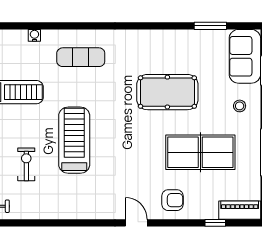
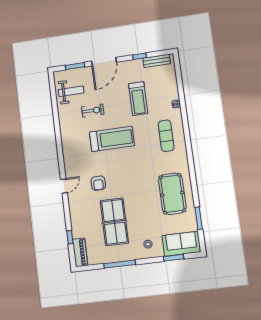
pool table: (167, 92) -> (172, 194), moved
armchair: (173, 200) -> (98, 183), moved

